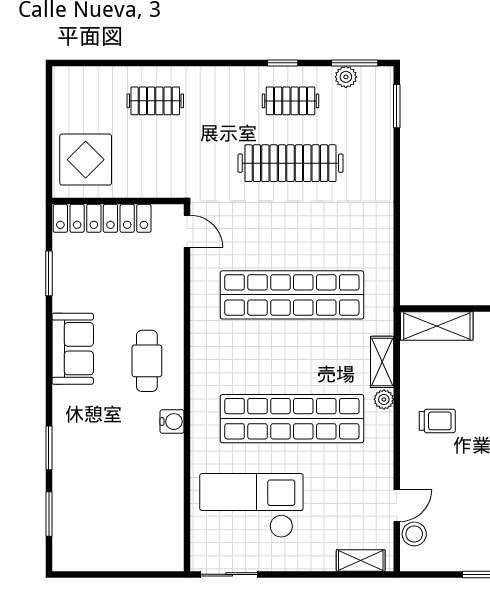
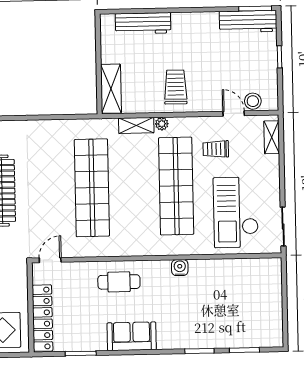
cafe table: (147, 361) -> (119, 282), moved
trolley: (437, 421) -> (176, 87), width x1.36, depth x1.39
trolley: (345, 478) -> (216, 149), added

